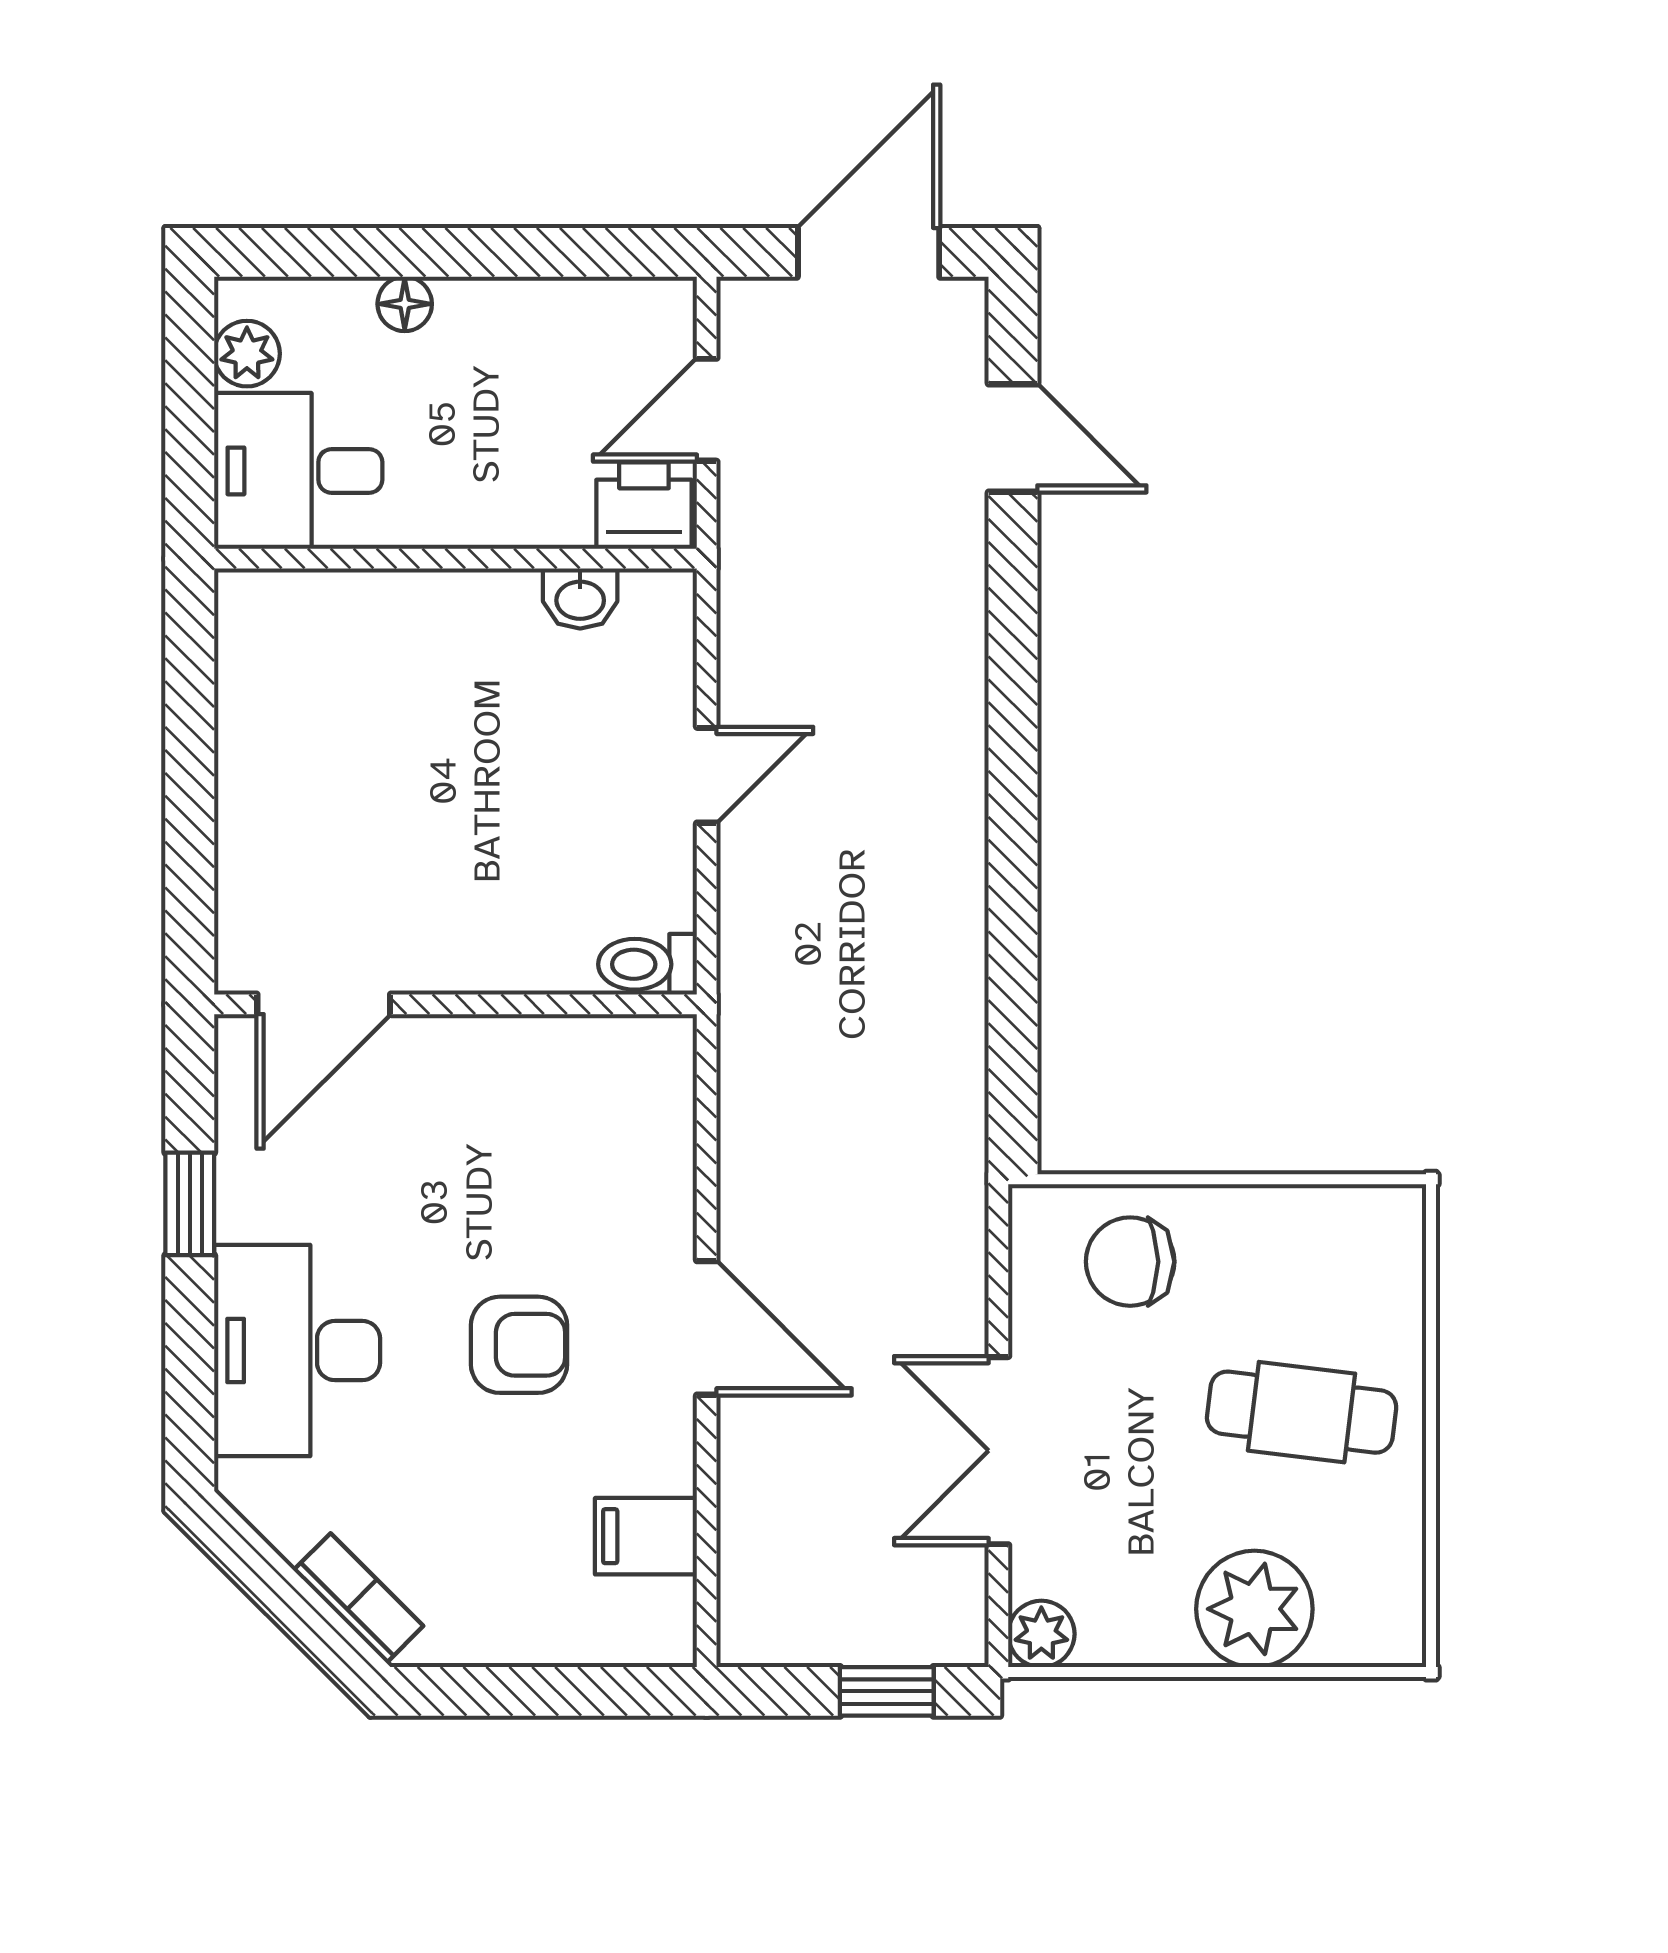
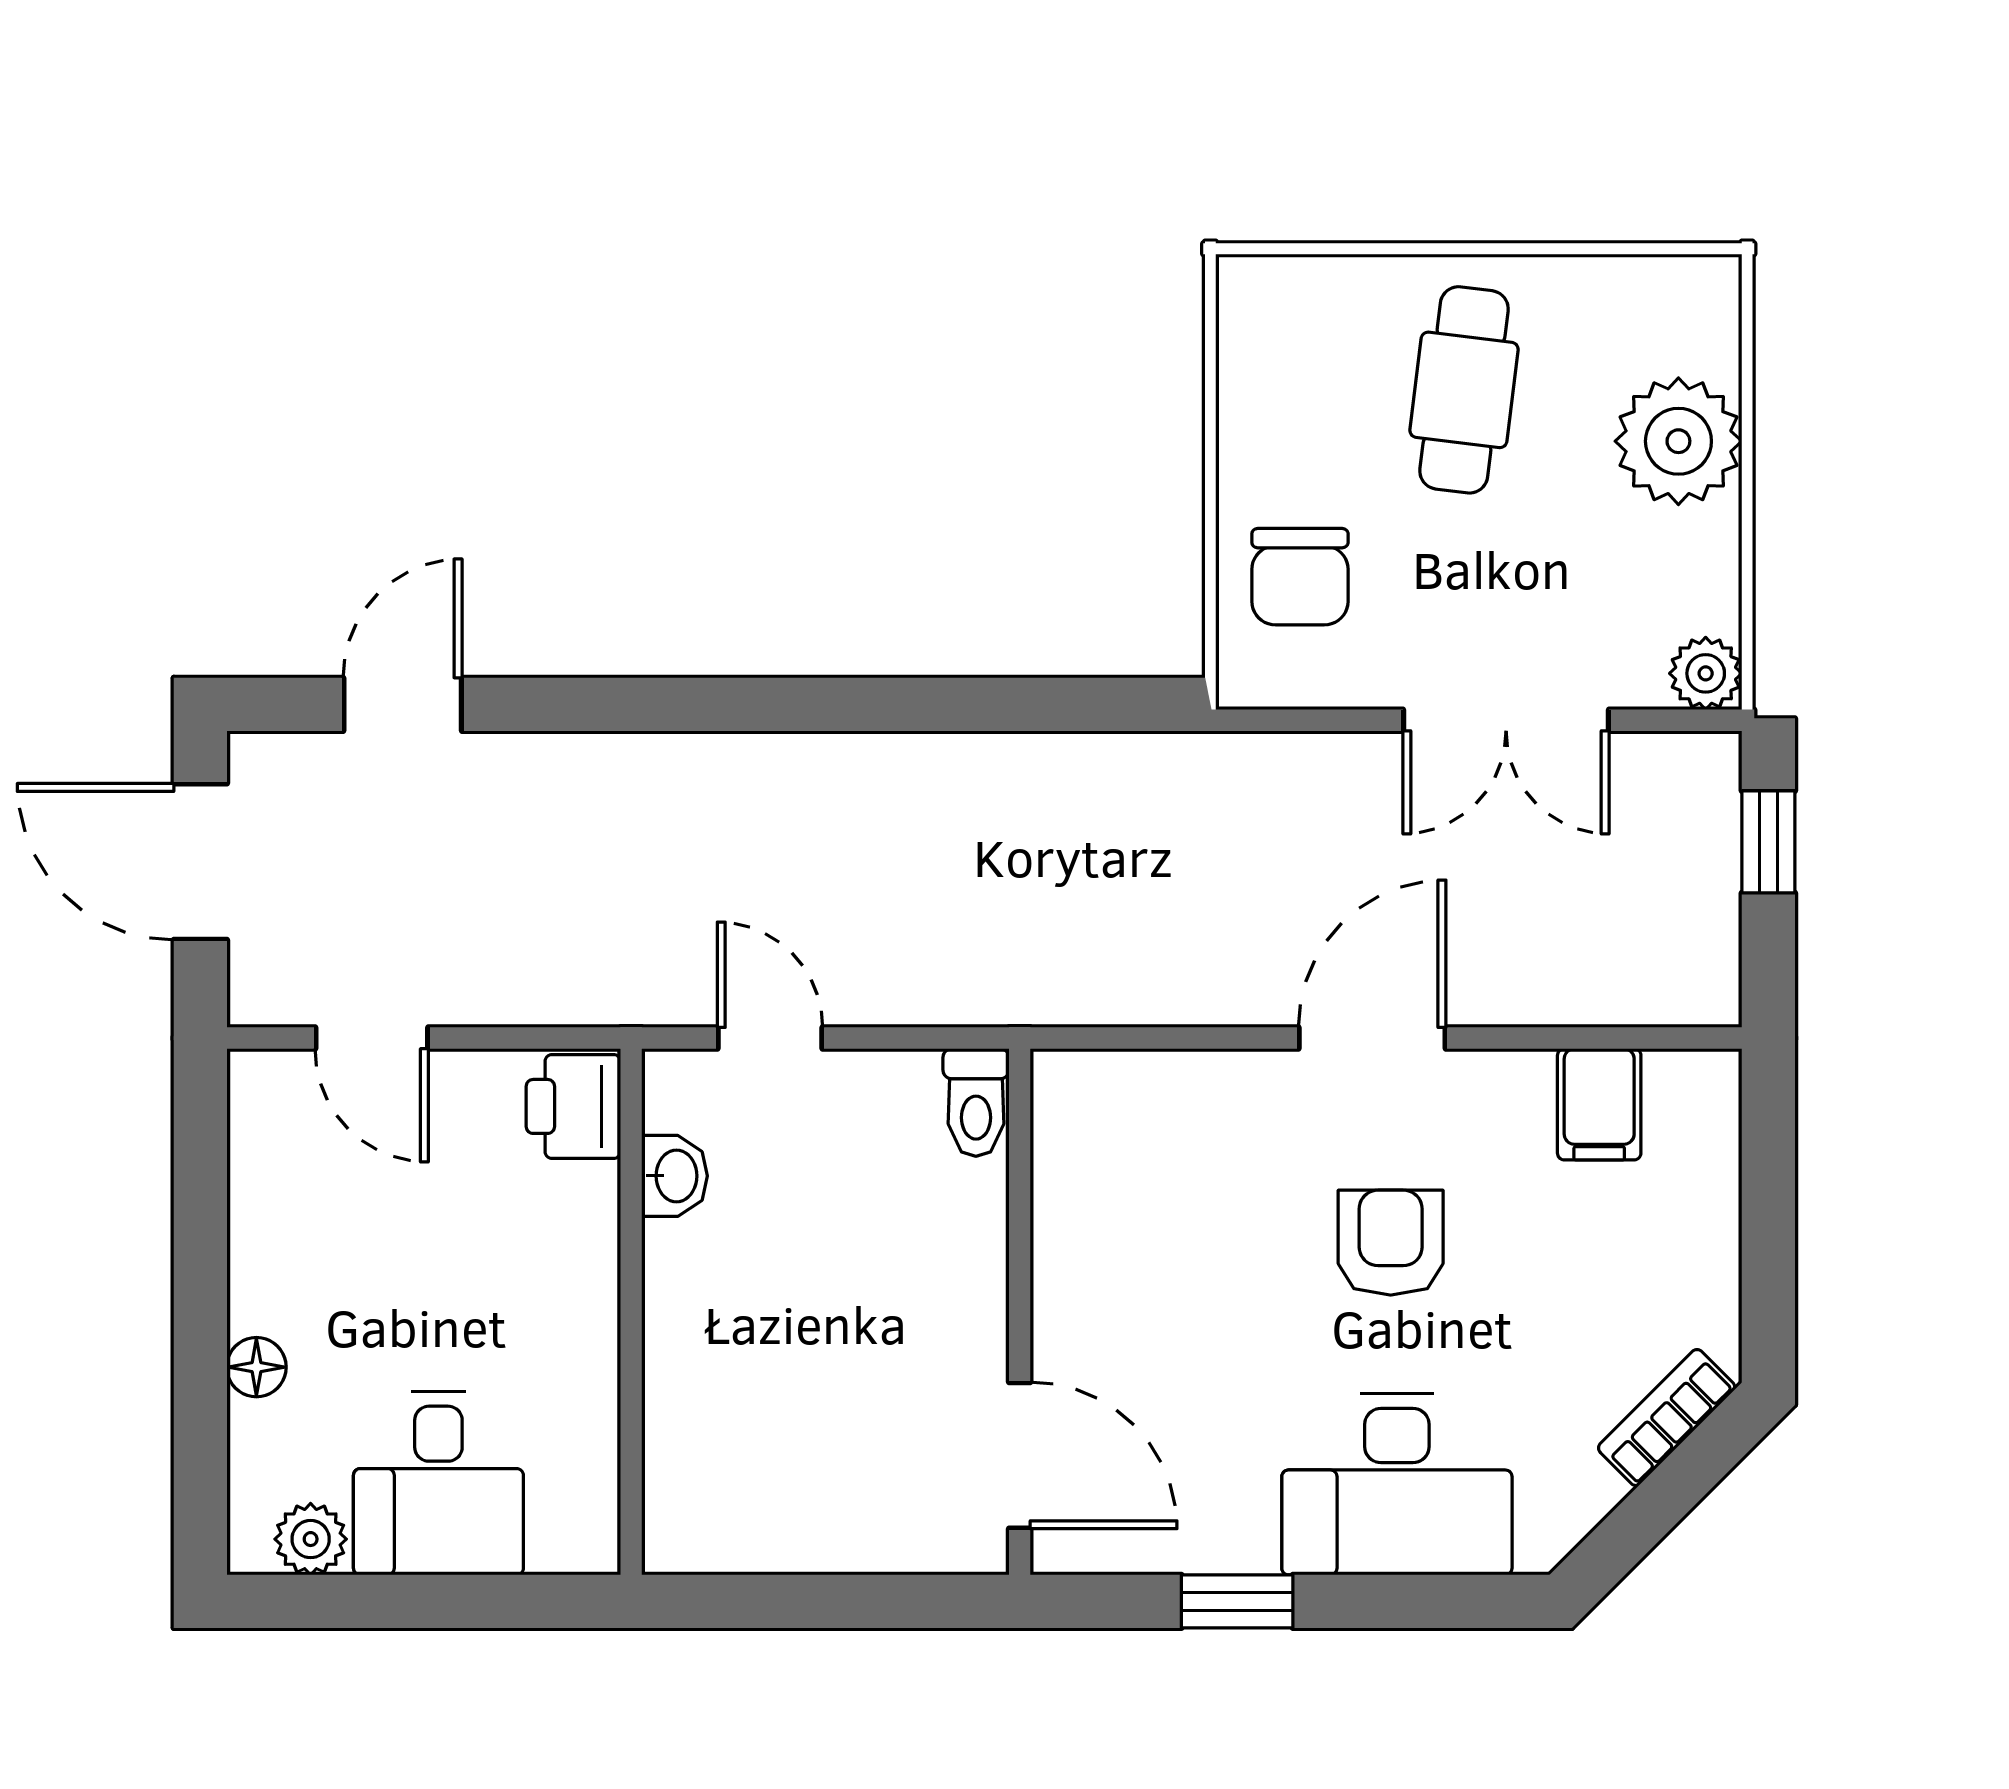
printer: (644, 506) -> (573, 1106), moved
wall: (456, 559) -> (631, 1312), moved
washbasin: (580, 598) -> (675, 1176), moved

